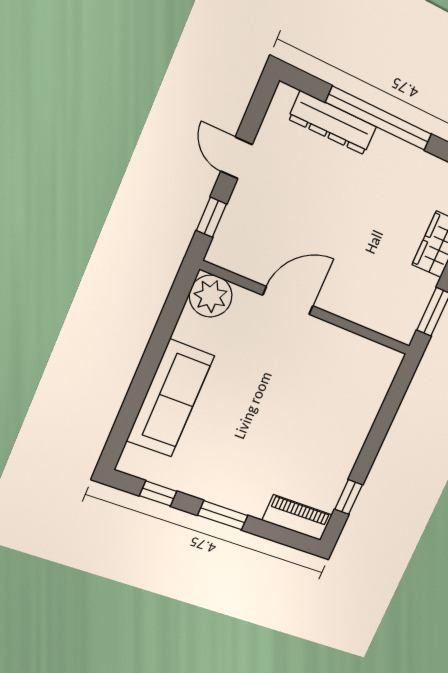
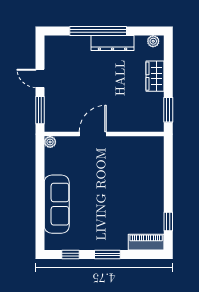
dresser: (332, 123) -> (113, 43), moved
window: (211, 217) -> (40, 110), width x1.50
plant: (211, 296) -> (50, 142), width x0.53, depth x0.53

